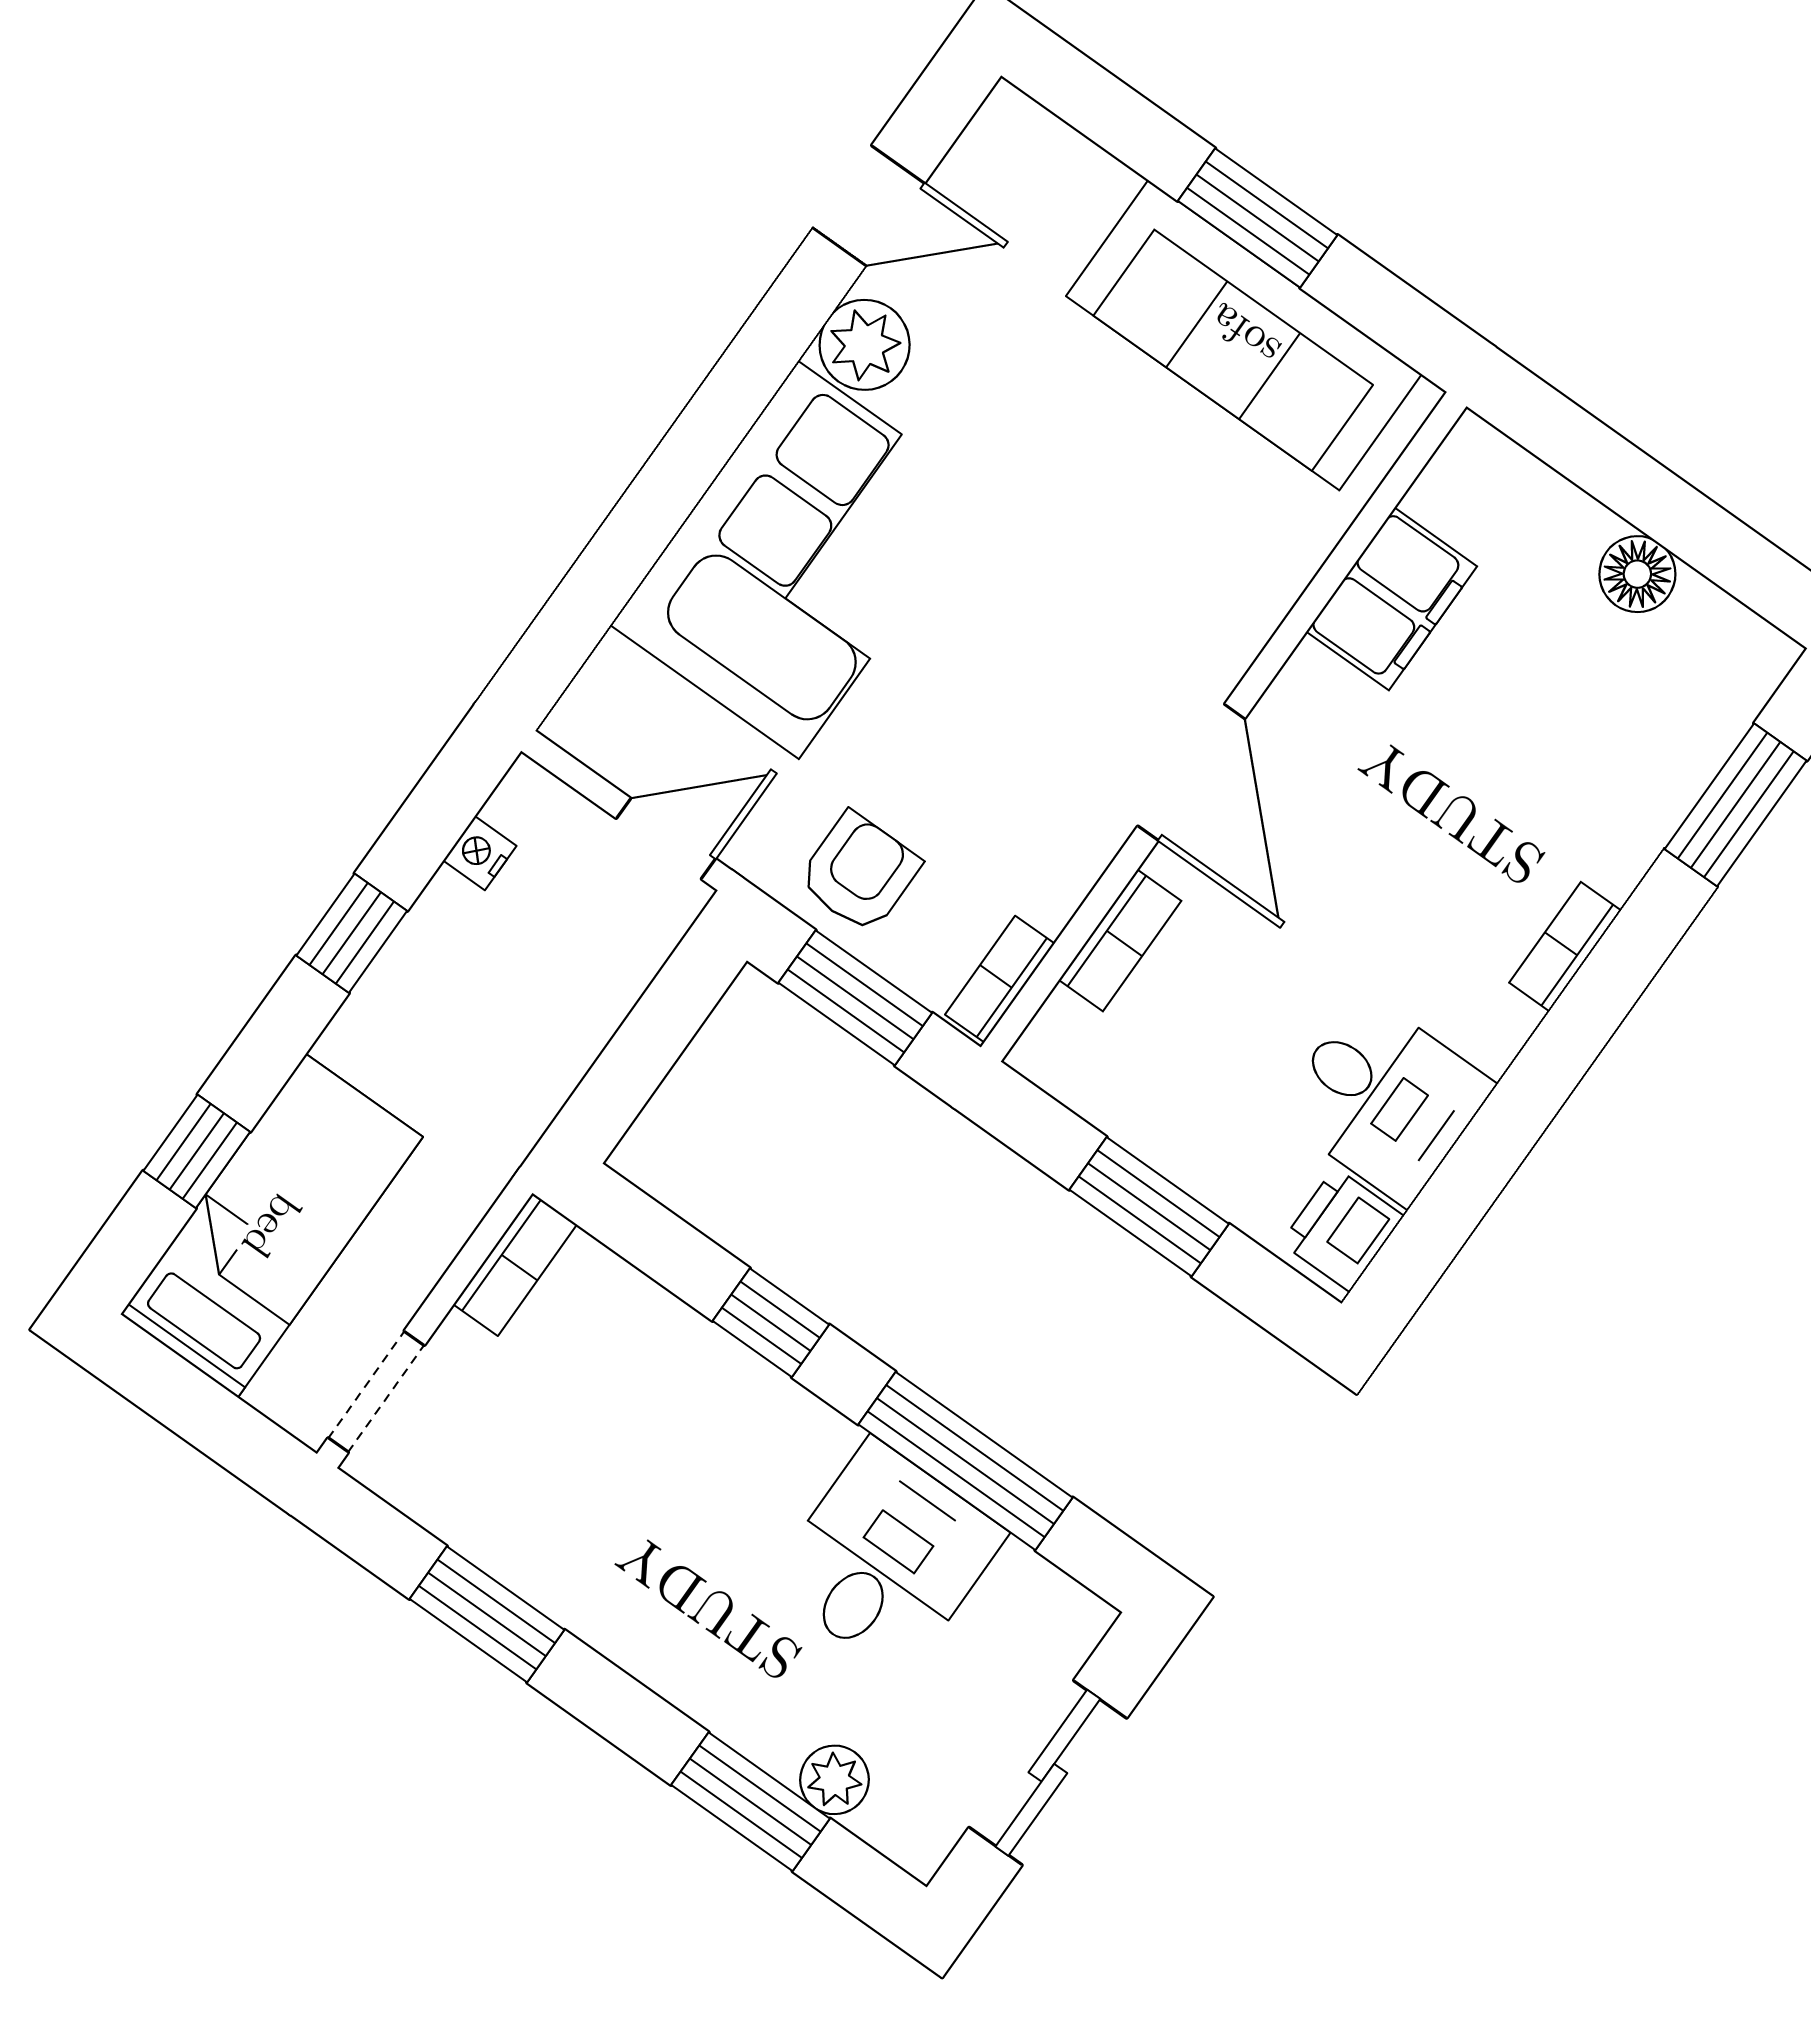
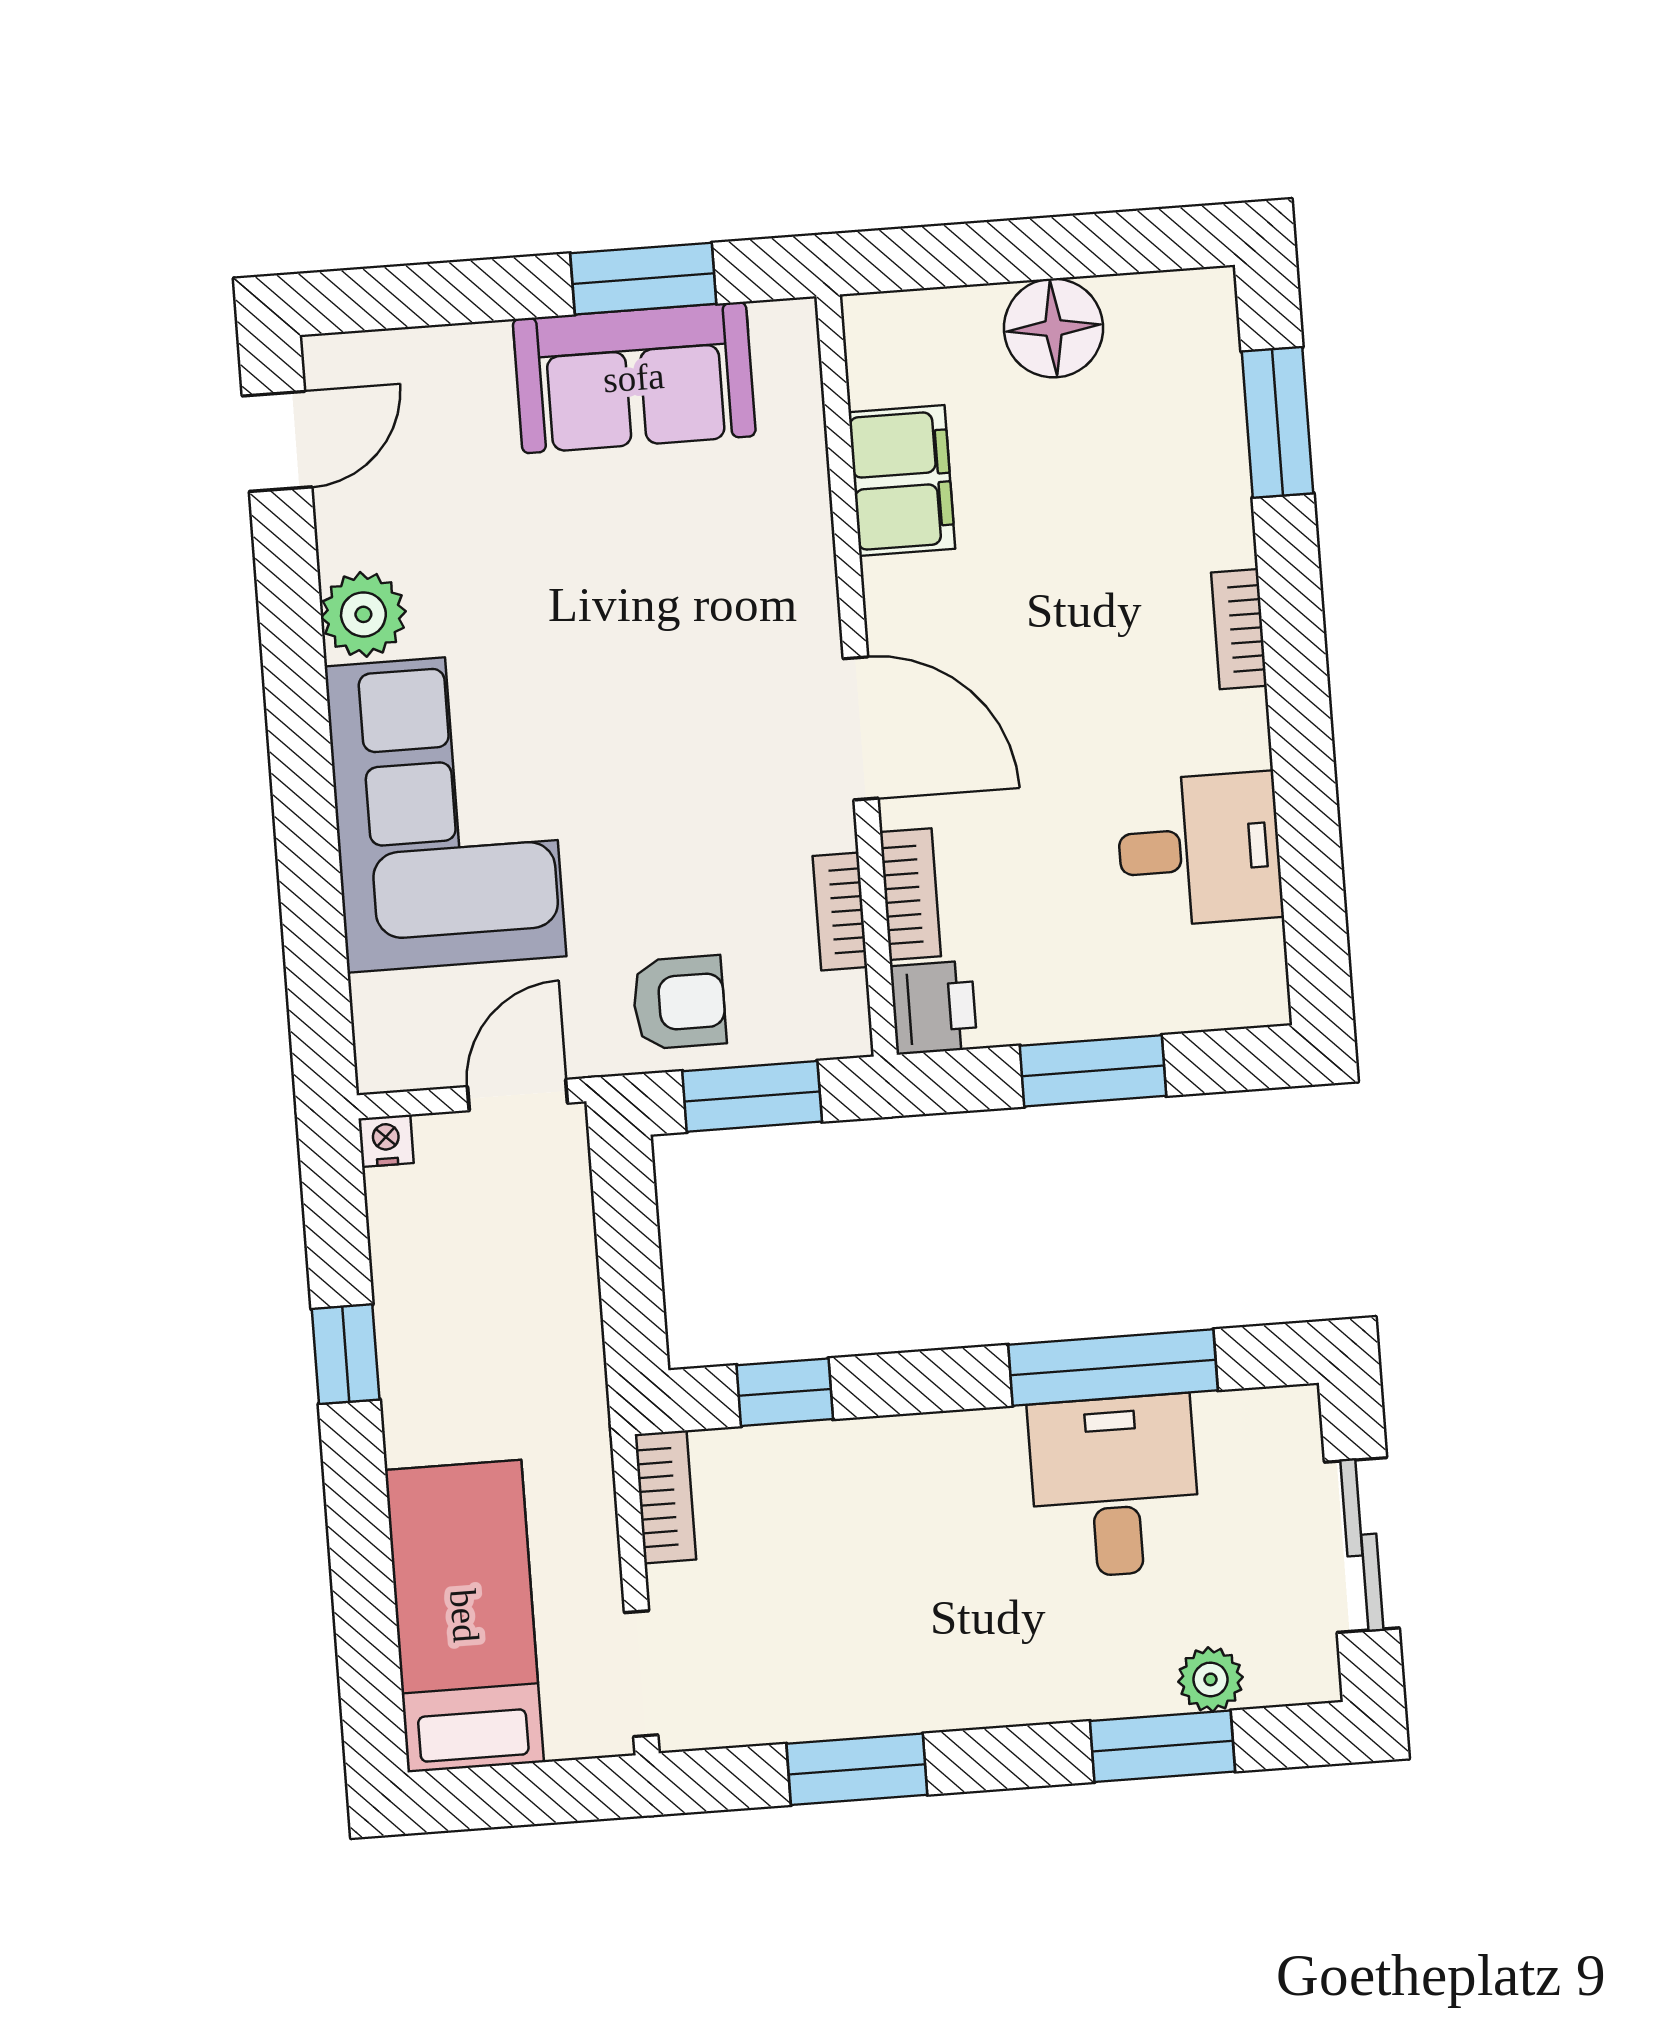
door: (869, 206) -> (277, 441), moved
window: (1258, 218) -> (643, 279), moved
sofa: (1244, 335) -> (634, 378), width x0.73
floor lamp: (1637, 574) -> (1053, 328), width x1.38, depth x1.38
nightstand: (480, 853) -> (386, 1141), moved, turned 90
armchair: (859, 872) -> (679, 1002), turned 90
bookcase: (1000, 979) -> (840, 912), moved
window: (197, 1151) -> (365, 1607), removed
printer: (1342, 1229) -> (934, 1008), moved, turned 180
window: (771, 1323) -> (785, 1392), moved

